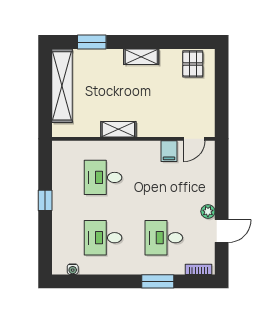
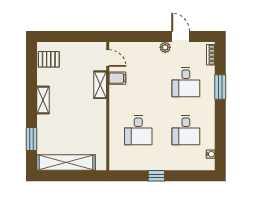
shelving: (118, 129) -> (100, 85), moved

